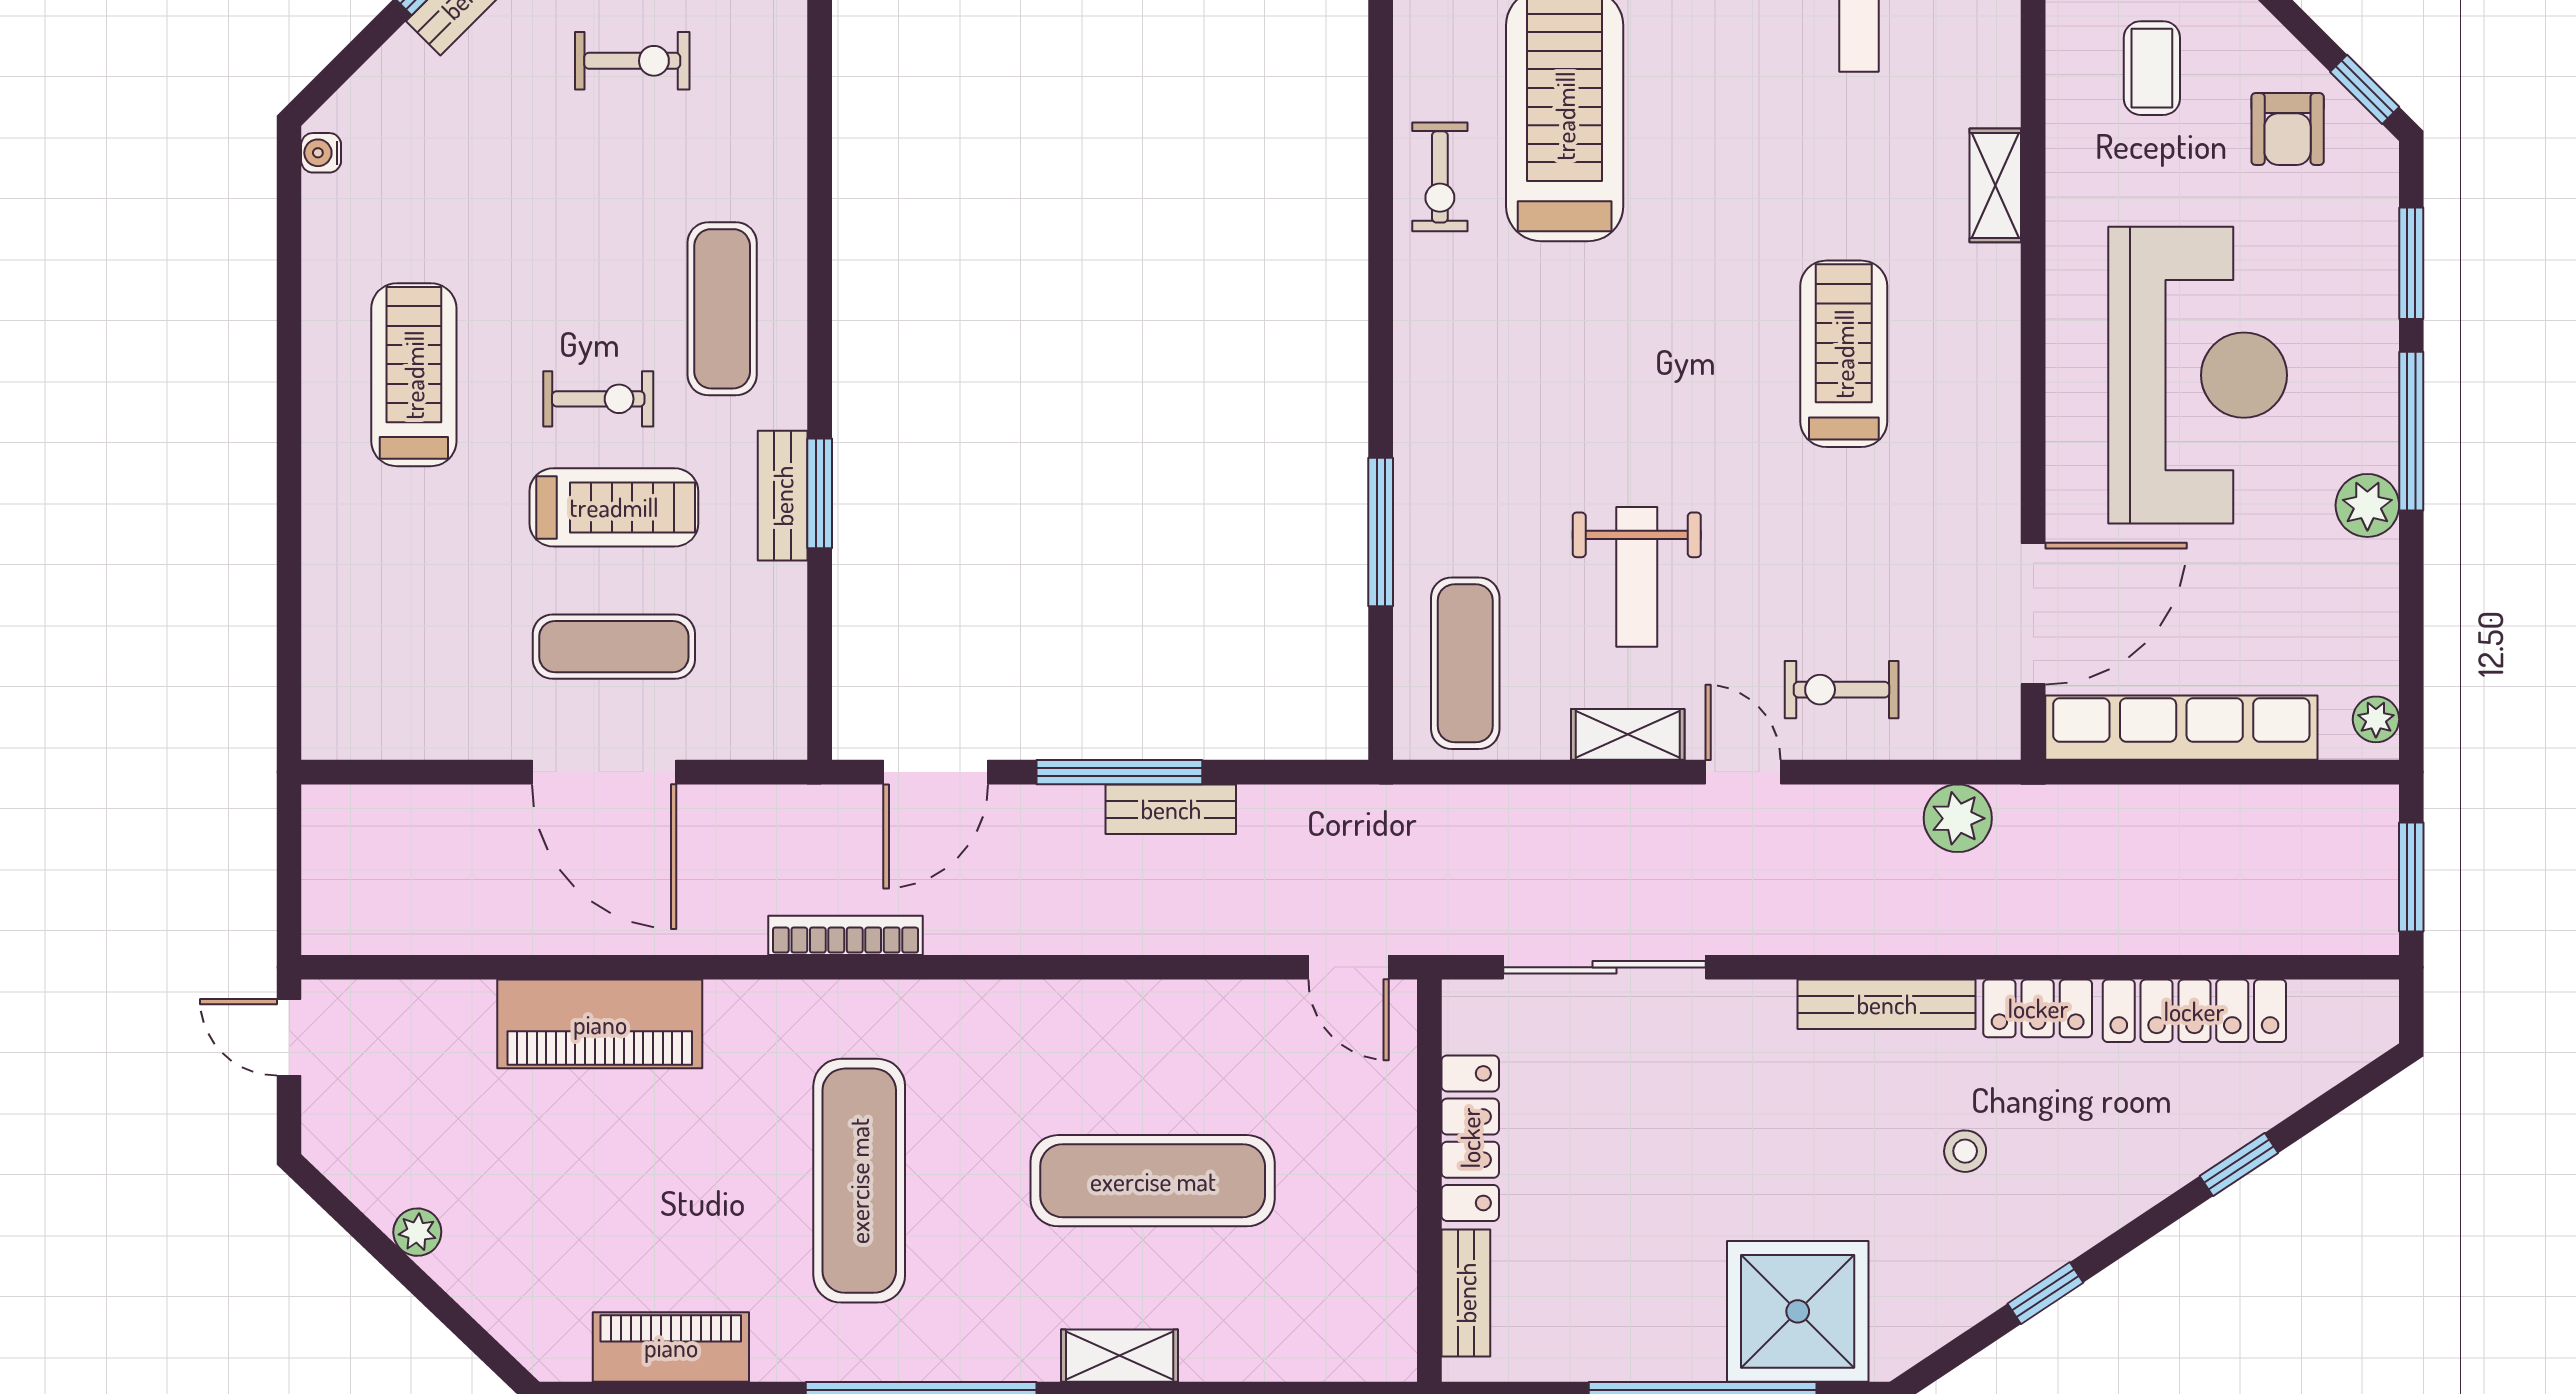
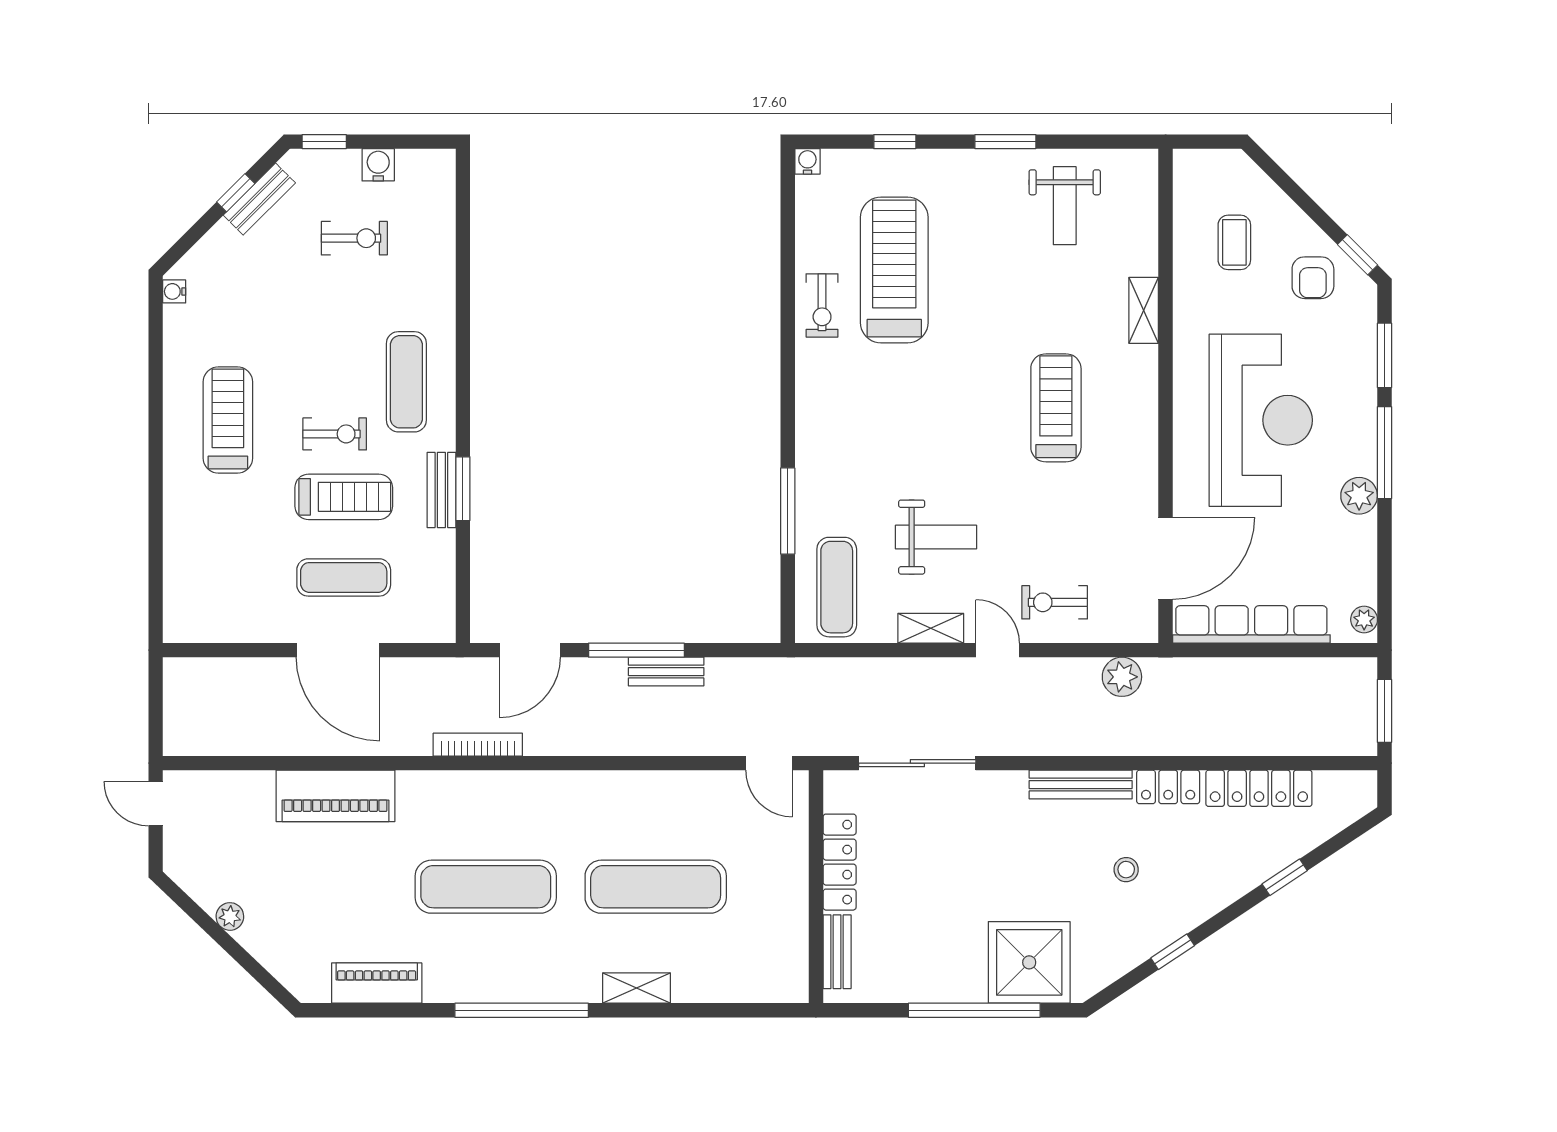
weight bench: (1637, 577) -> (936, 537), turned -90
exercise mat: (859, 1181) -> (486, 887), turned 90

